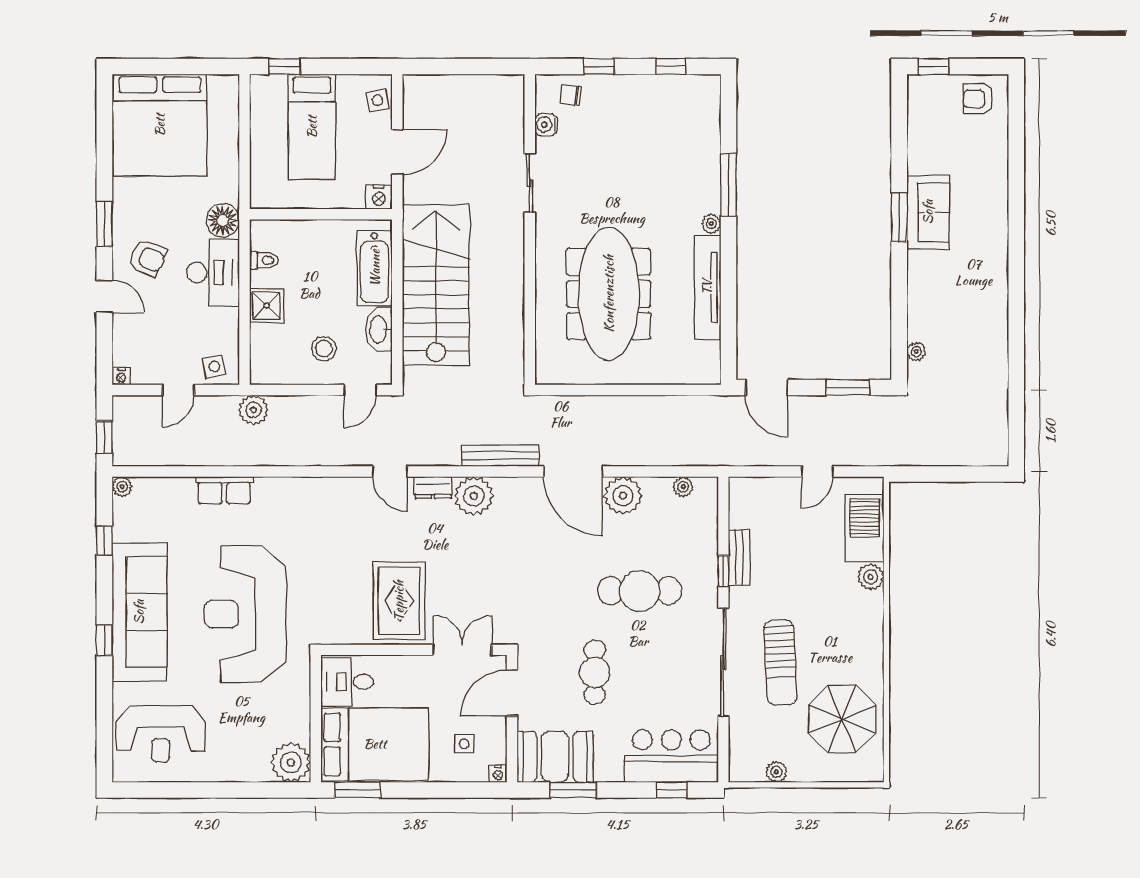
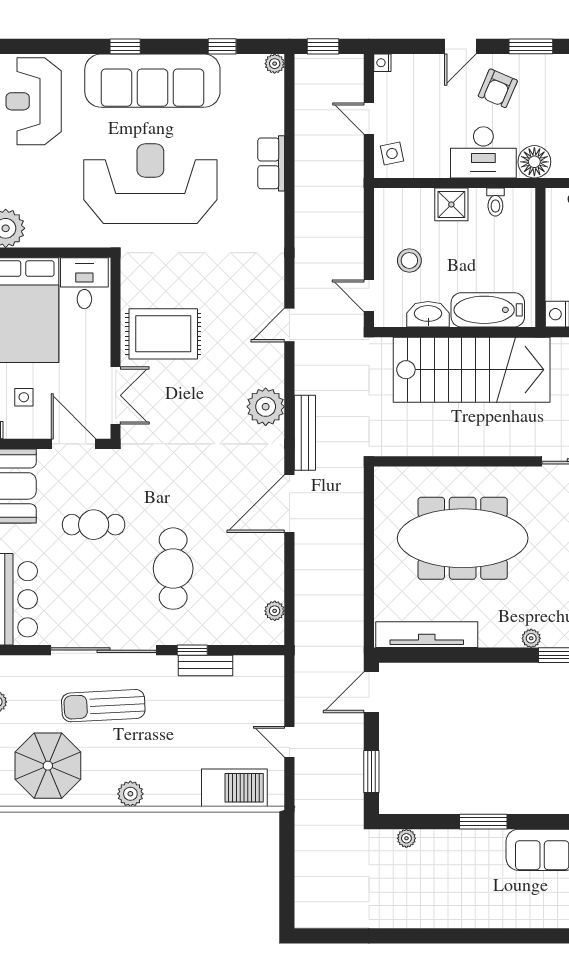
window: (899, 217) -> (483, 822), moved
tv unit: (707, 287) -> (427, 635), moved
plant: (253, 410) -> (350, 192), removed
dresser: (433, 487) -> (274, 367), removed
plant: (623, 496) -> (266, 552), removed
plant: (871, 577) -> (130, 794), moved

